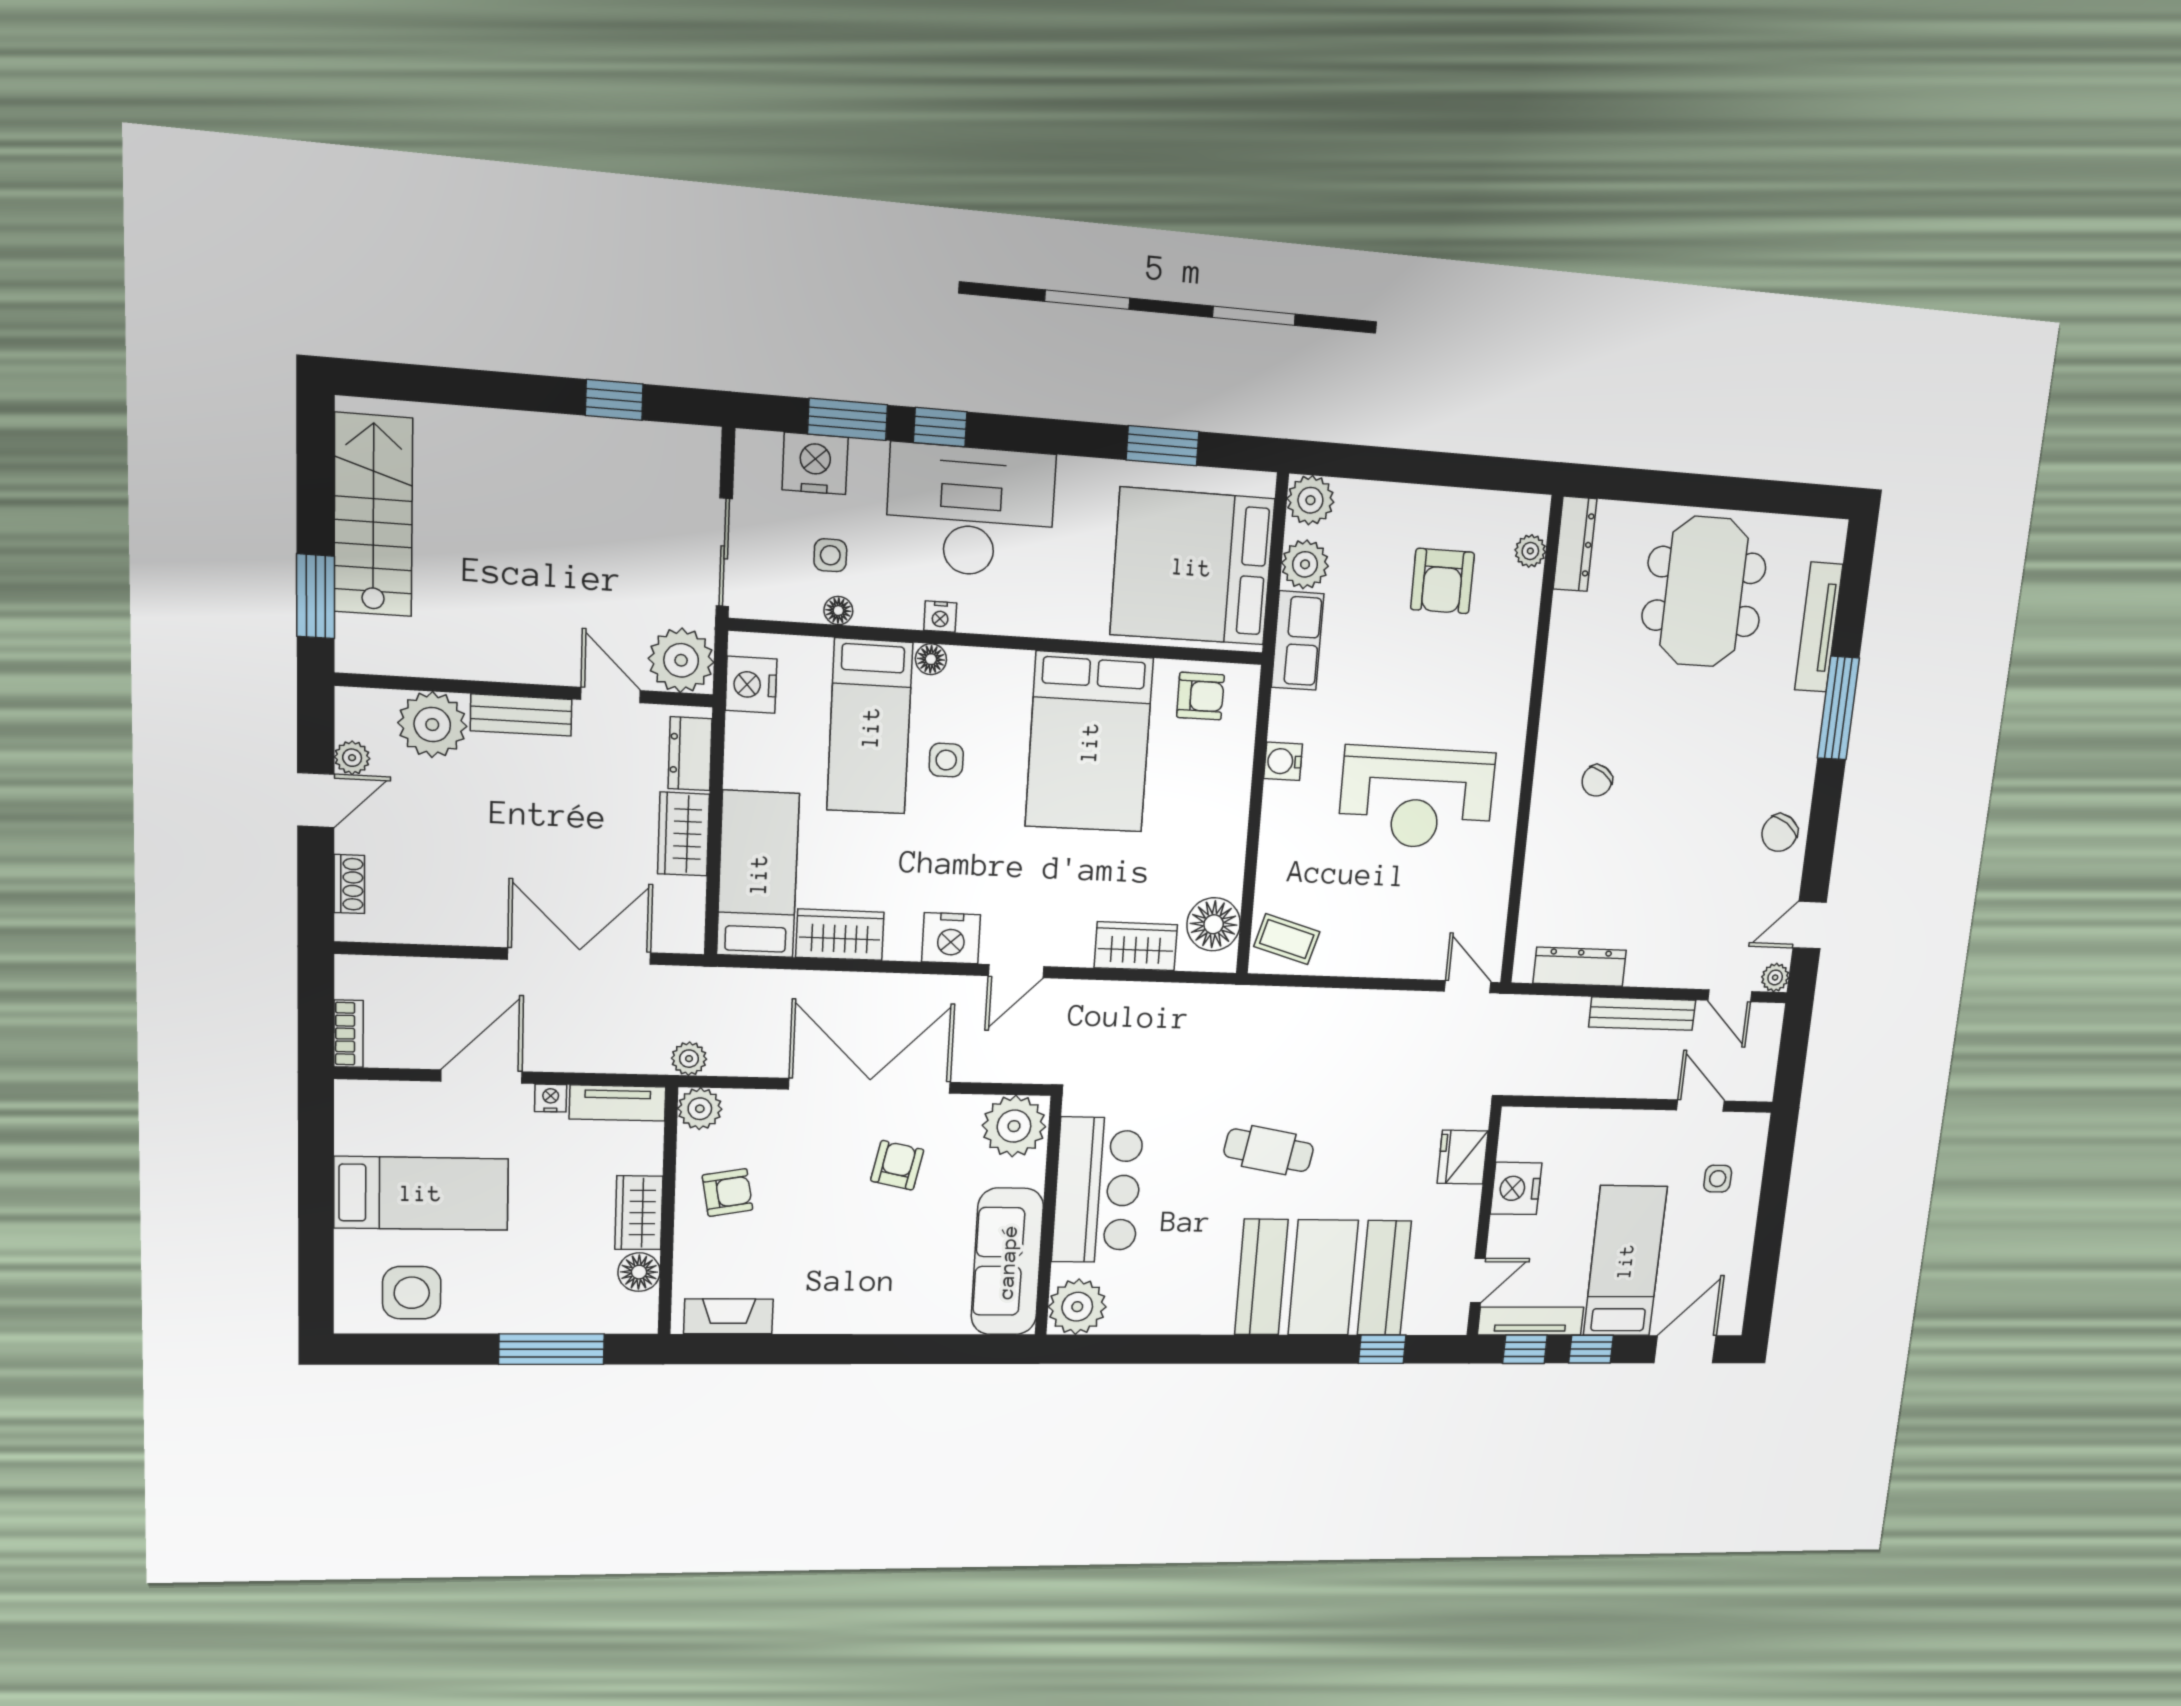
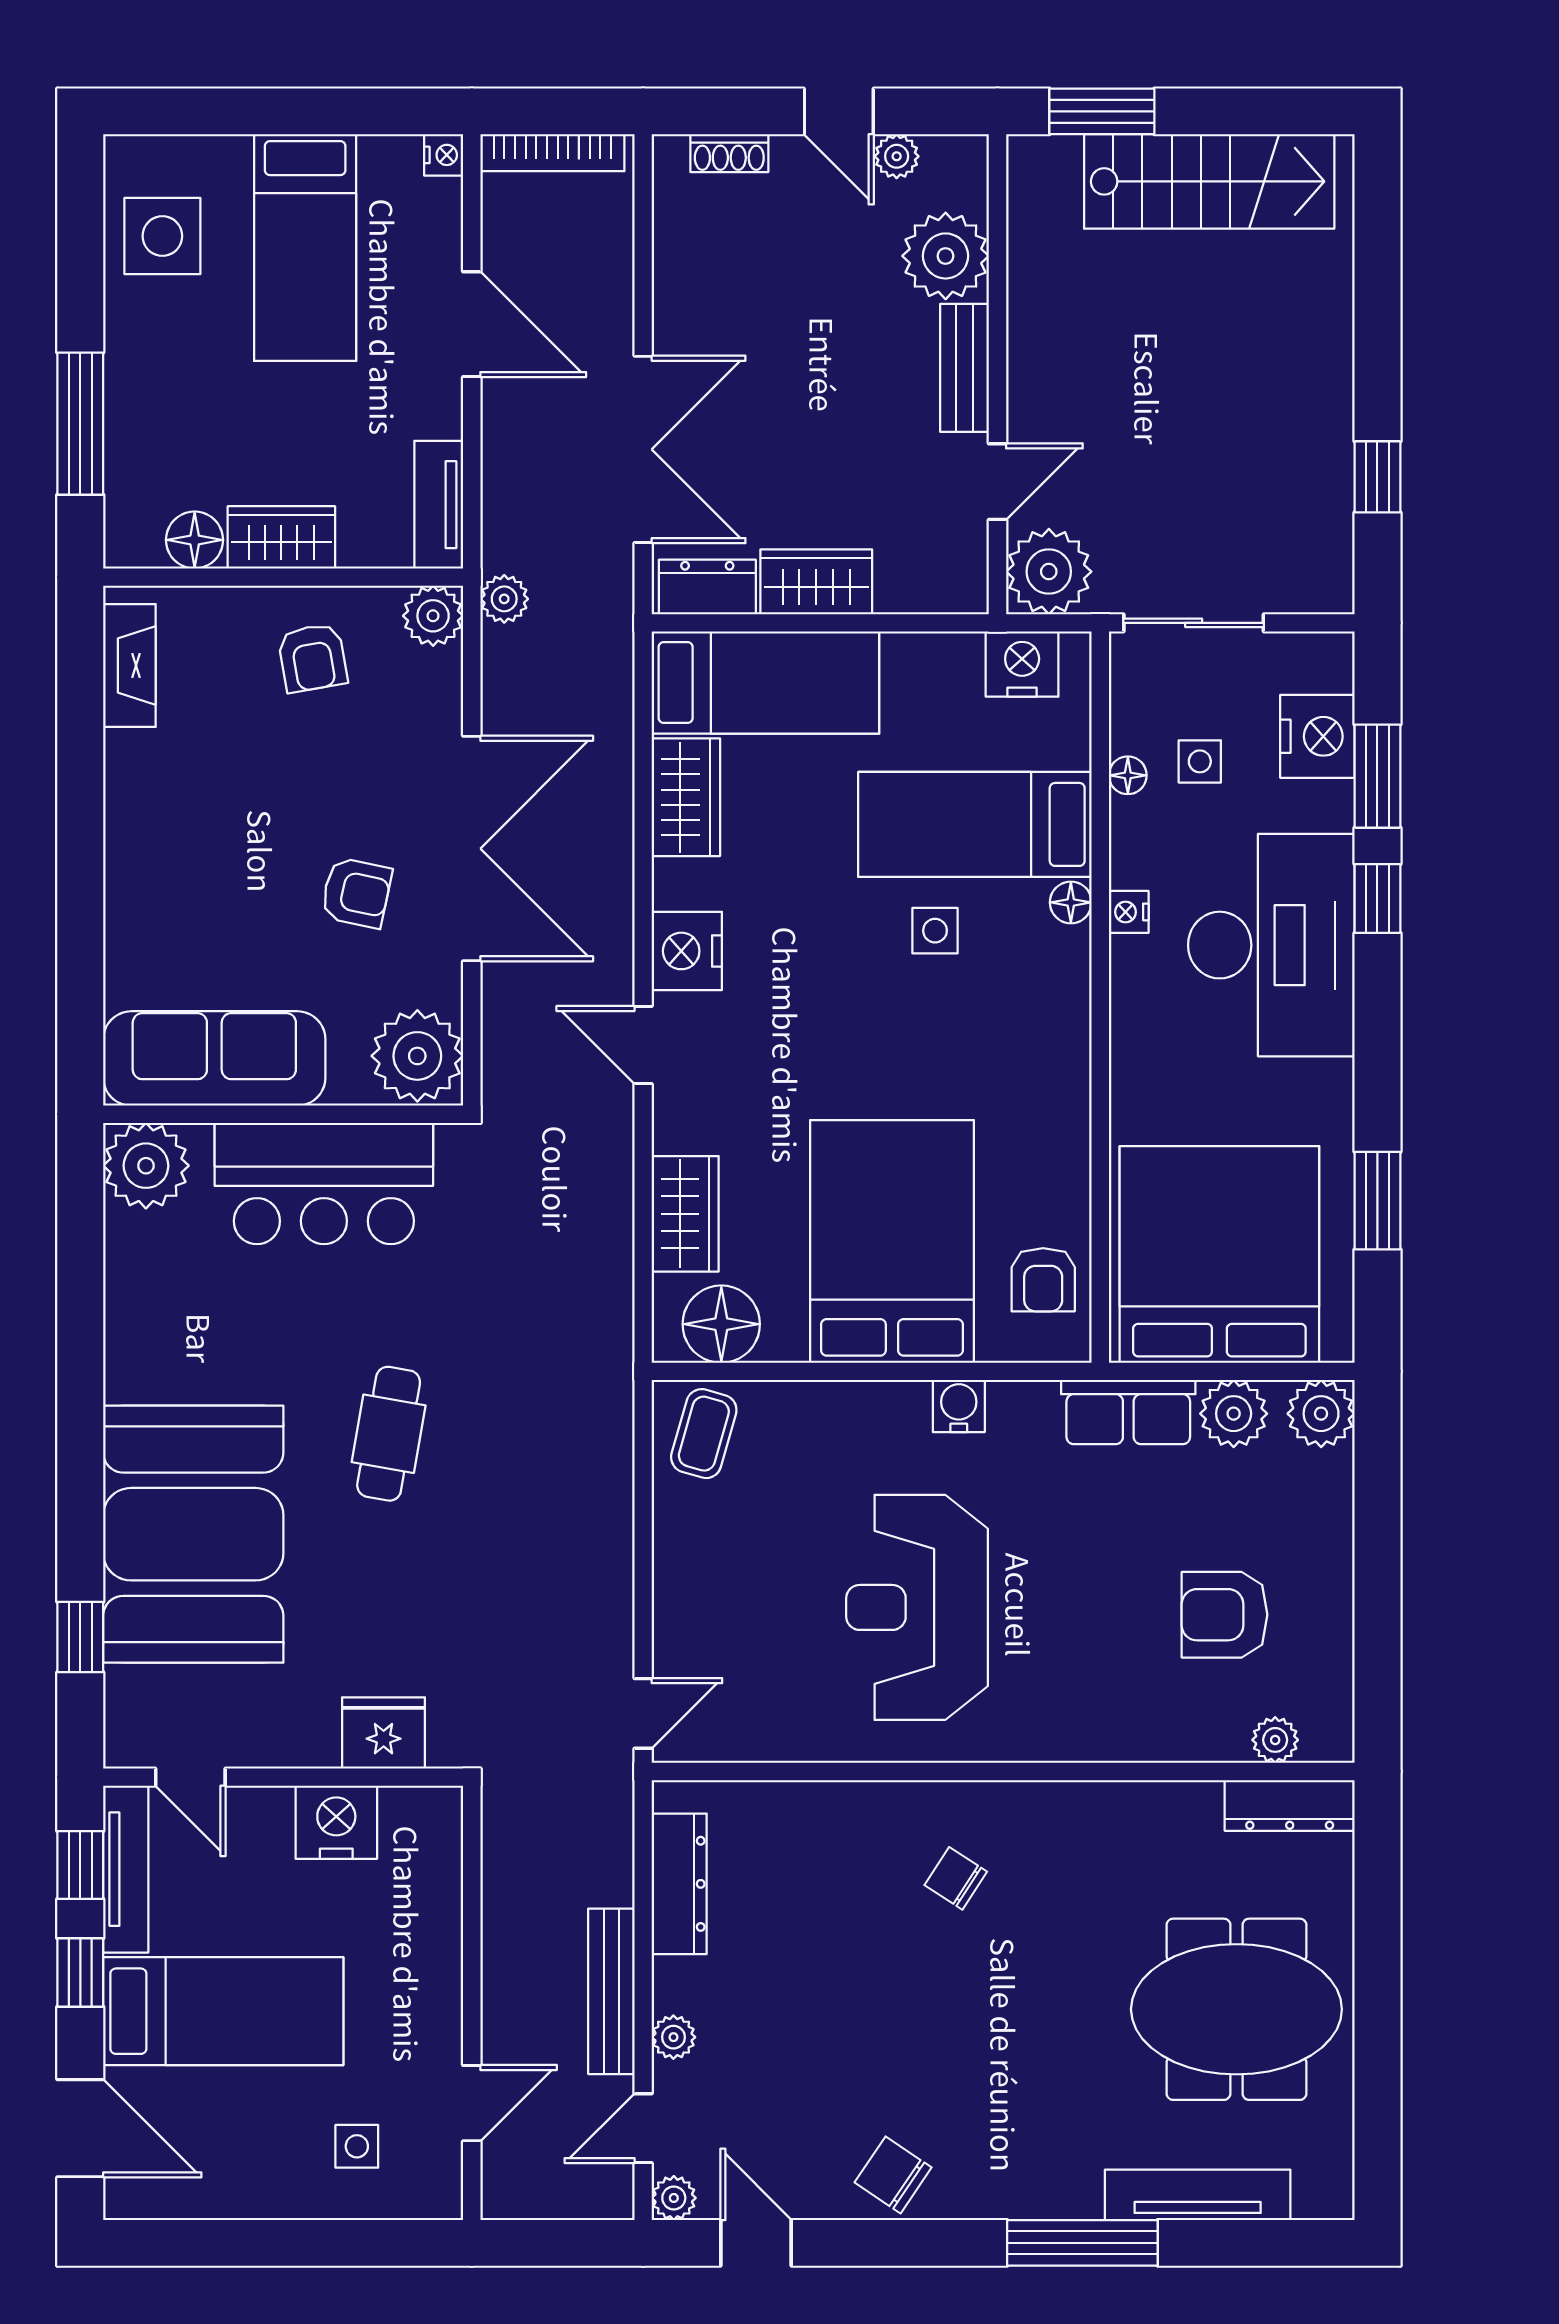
bed: (1089, 742) -> (892, 1241), moved, turned 90
dresser: (690, 754) -> (707, 587), moved
plant: (1676, 974) -> (673, 2037), added
bookcase: (349, 1034) -> (552, 153), width x1.56
nightstand: (551, 1098) -> (444, 155), moved

